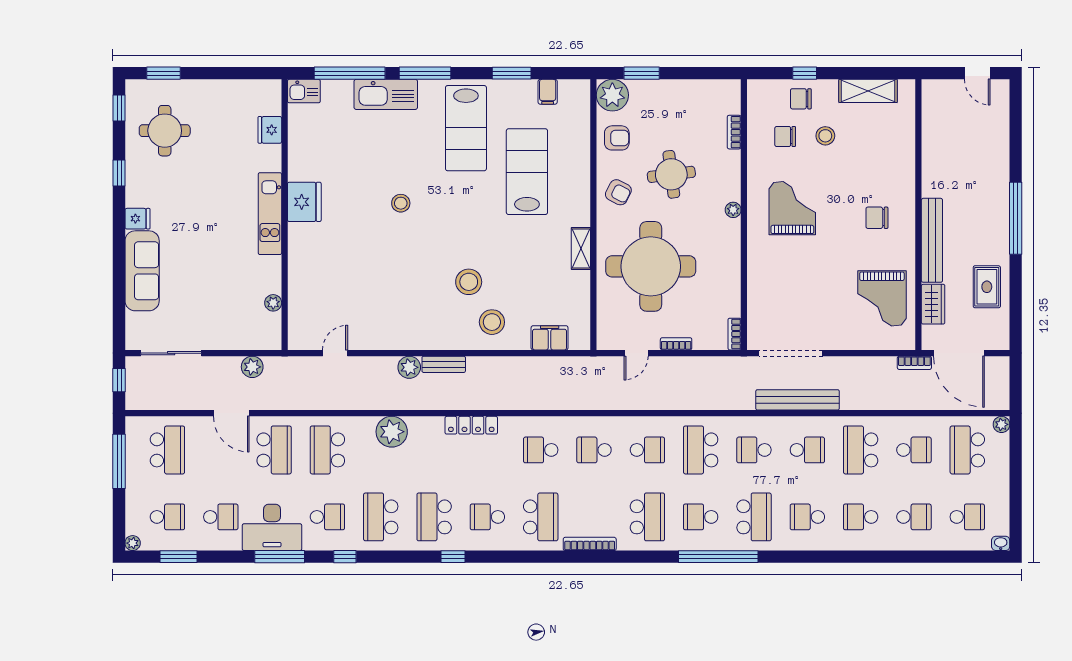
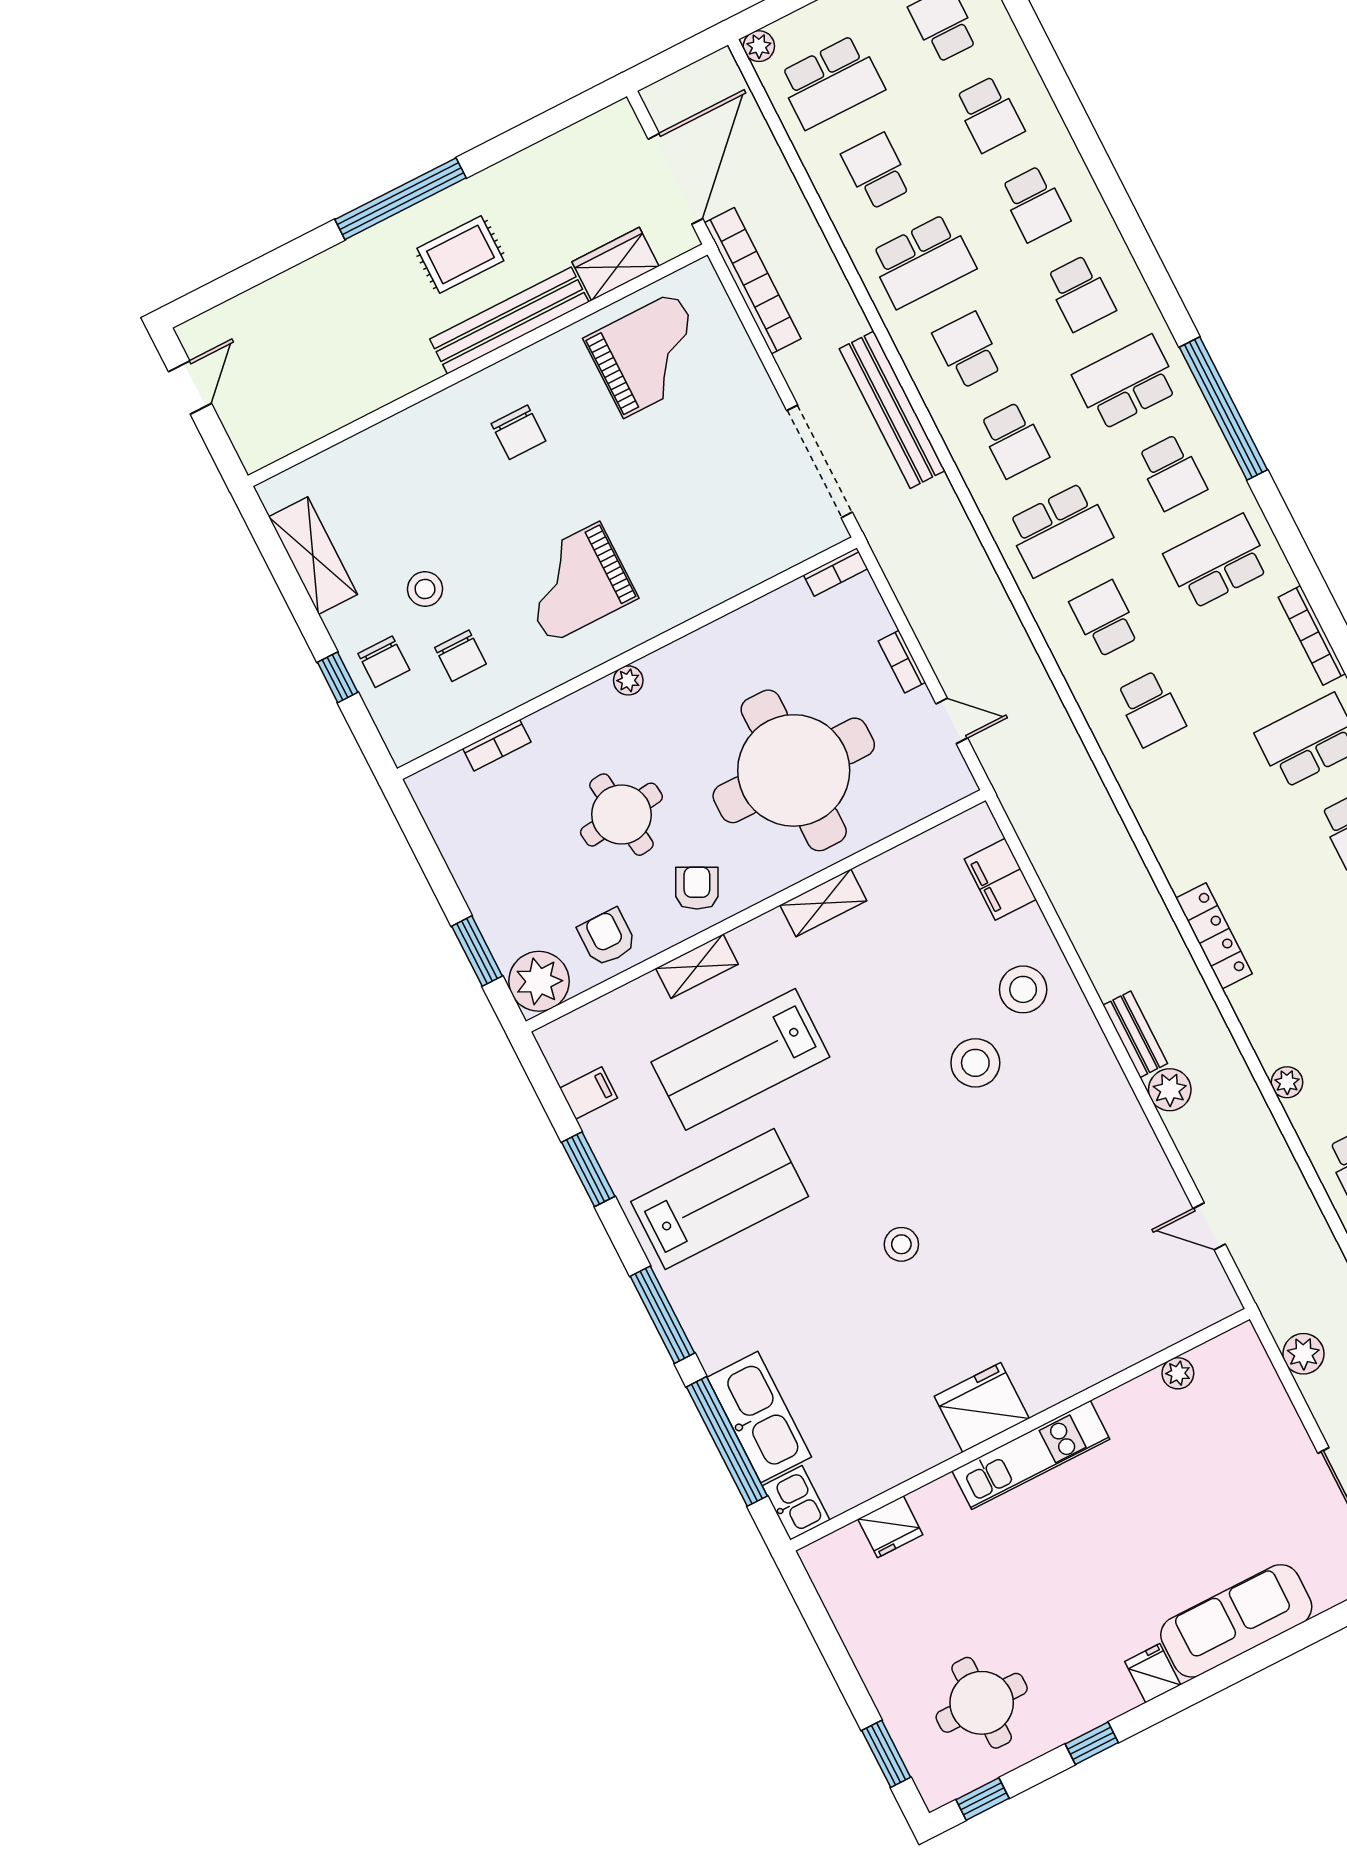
kitchen sink: (386, 94) -> (759, 1417), moved
shelving: (581, 174) -> (697, 966), added
rug: (987, 287) -> (460, 254), moved
bookcase: (914, 363) -> (753, 281), width x2.31, depth x1.31
plant: (392, 432) -> (1287, 1082), width x0.53, depth x0.53
school desk: (541, 450) -> (1196, 798), removed
school desk: (914, 517) -> (989, 114), turned 180

